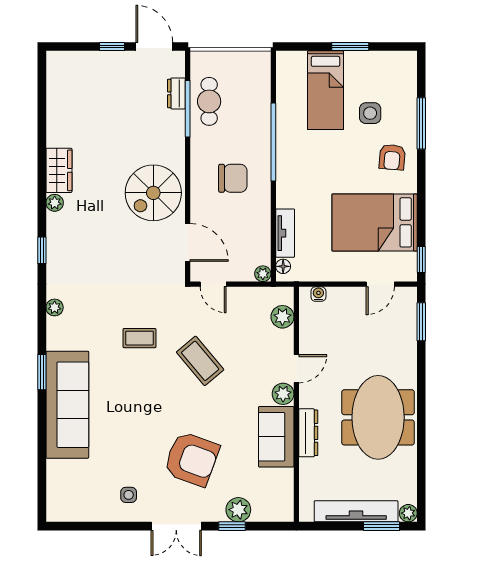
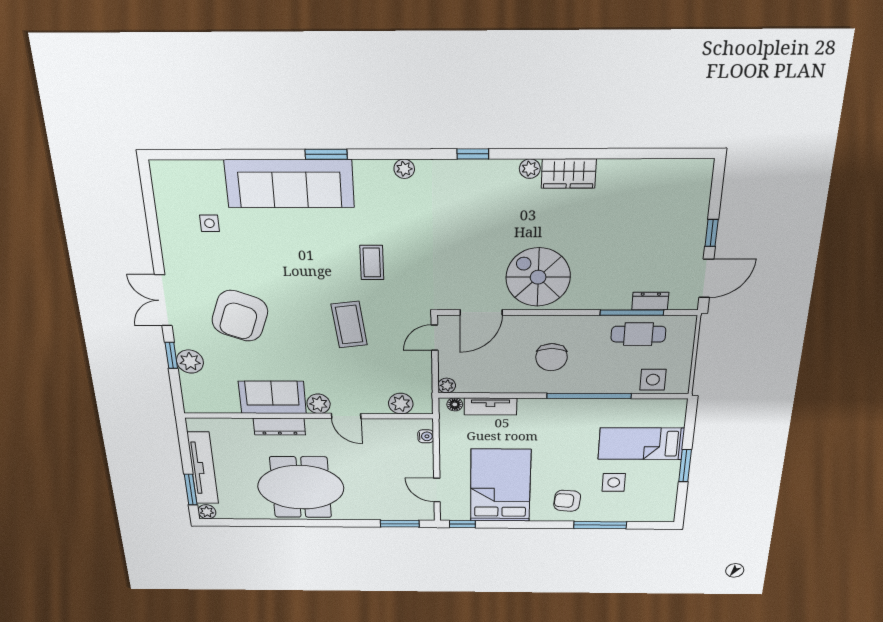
side table: (256, 85) -> (653, 380), added
coffee table: (200, 361) -> (349, 325), turned -57
side table: (129, 495) -> (209, 223), moved

